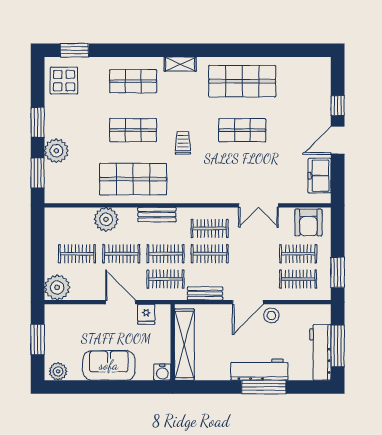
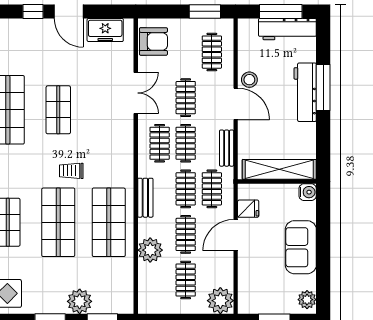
shop shelf: (133, 130) -> (58, 222), width x1.43, depth x1.36
clothes rail: (298, 254) -> (186, 98), moved

